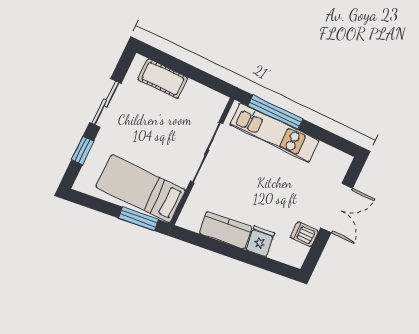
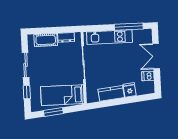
dresser: (200, 93) -> (66, 37), added
window: (275, 112) -> (129, 27), moved
double door: (337, 208) -> (156, 56), swing flipped
window: (138, 219) -> (53, 112), moved

